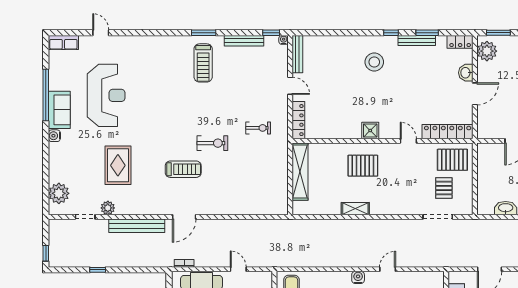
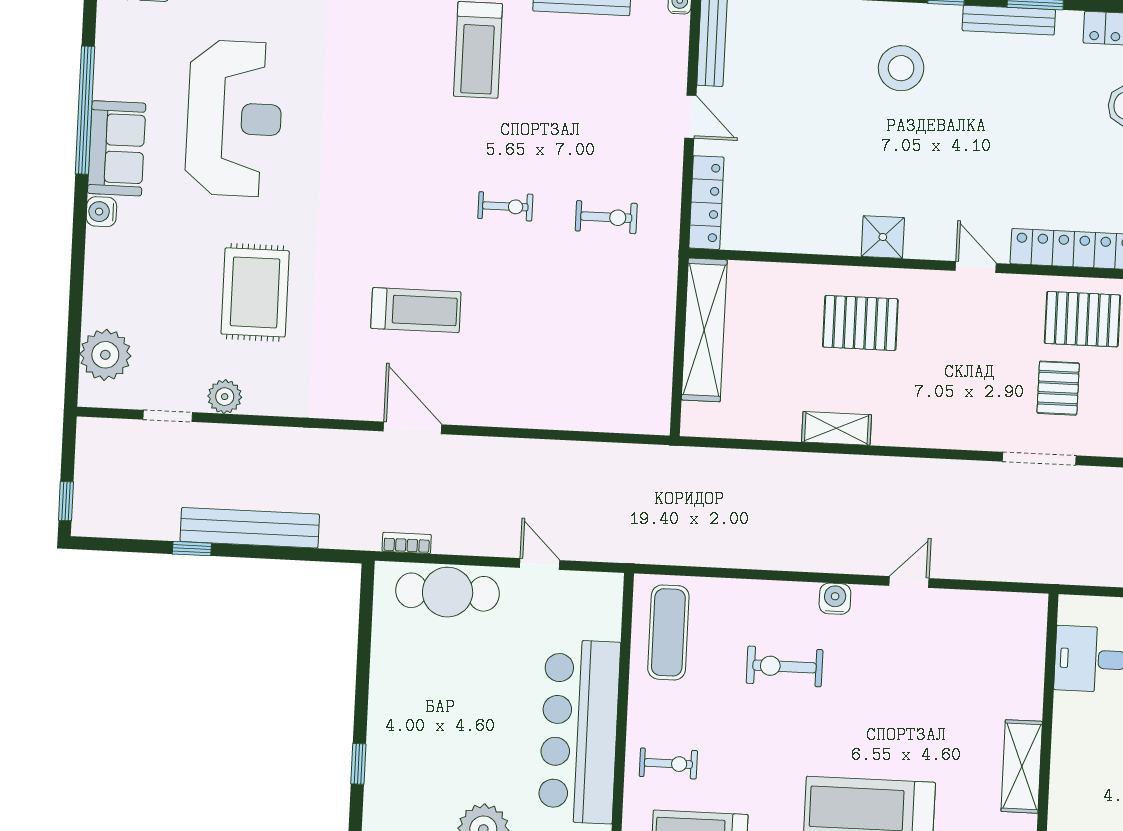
exercise bike: (212, 143) -> (505, 206), moved, width x0.73, depth x0.72
door: (184, 217) -> (413, 428), swing flipped
bench: (137, 226) -> (250, 528), moved

